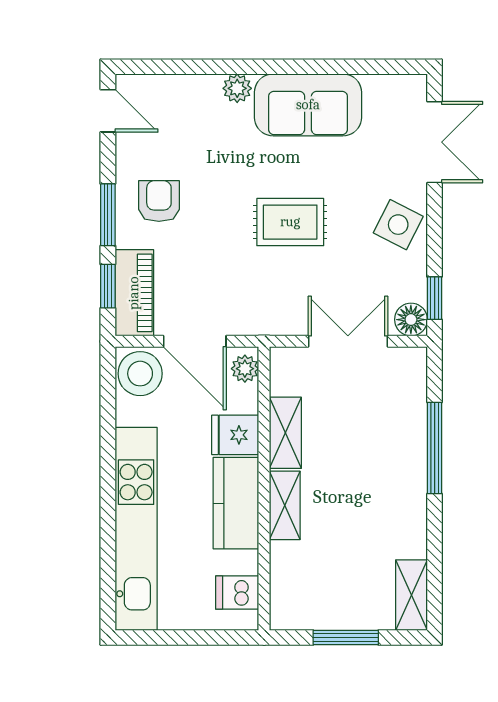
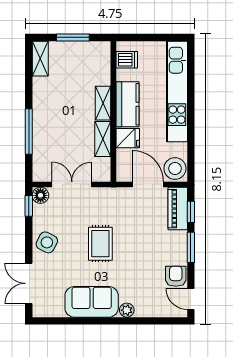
armchair: (159, 201) -> (176, 276), moved, turned 180
rug: (290, 222) -> (100, 244), turned 90
double door: (348, 341) -> (72, 184), swing flipped
plant: (245, 369) -> (123, 171), removed

